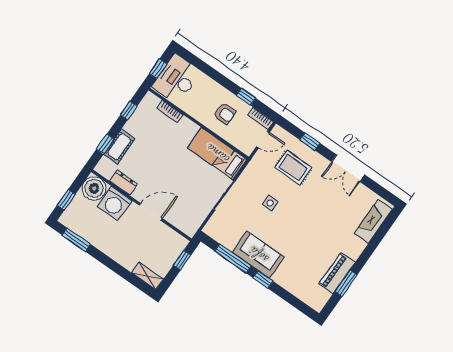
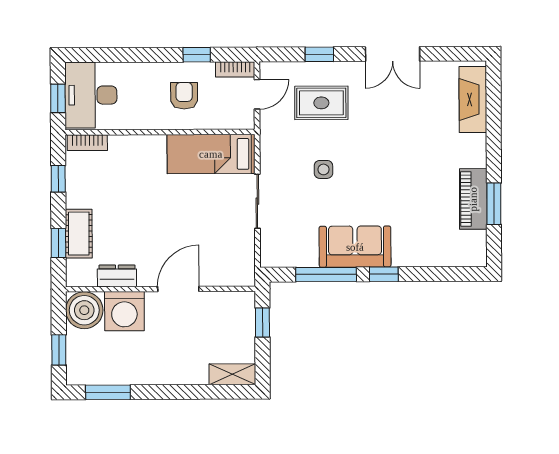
bookcase: (170, 111) -> (87, 143), moved
armchair: (225, 114) -> (184, 96), turned -90

